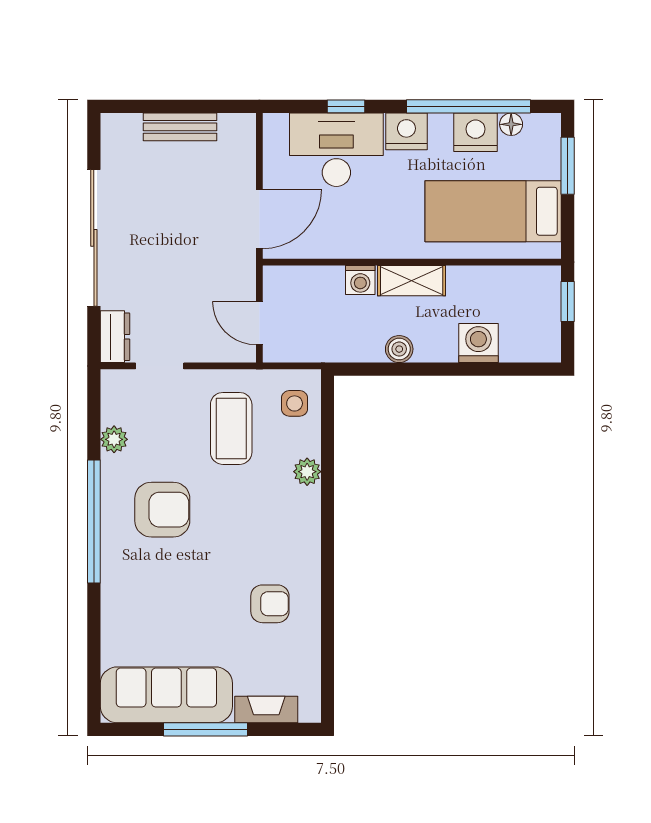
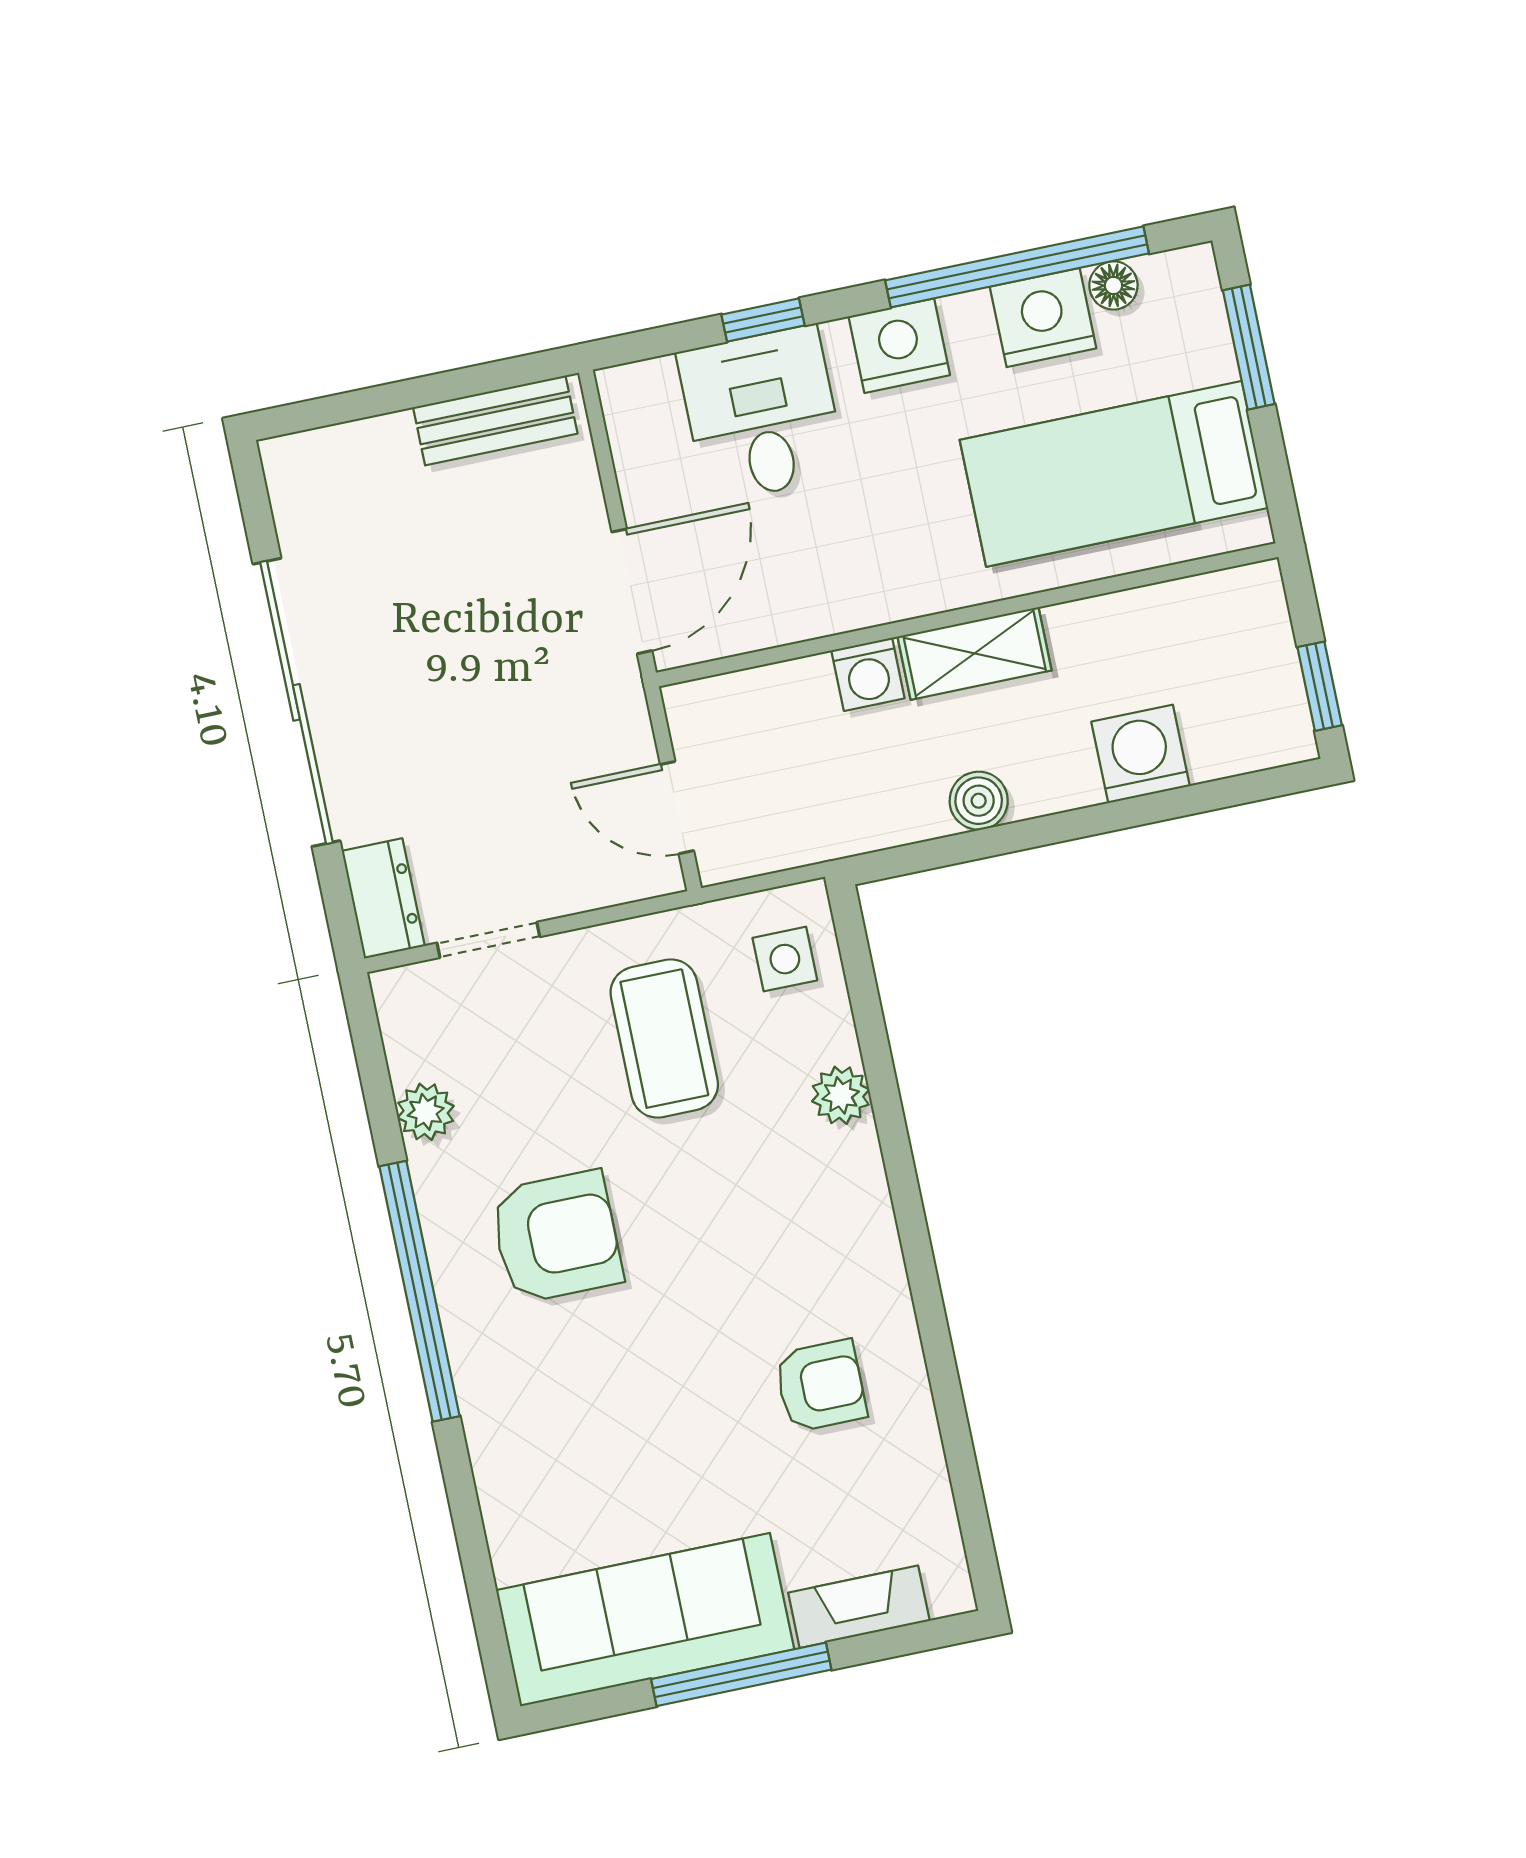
bench: (180, 127) -> (495, 420), moved
desk: (336, 150) -> (762, 414), width x0.73
window: (568, 301) -> (1320, 686), moved

